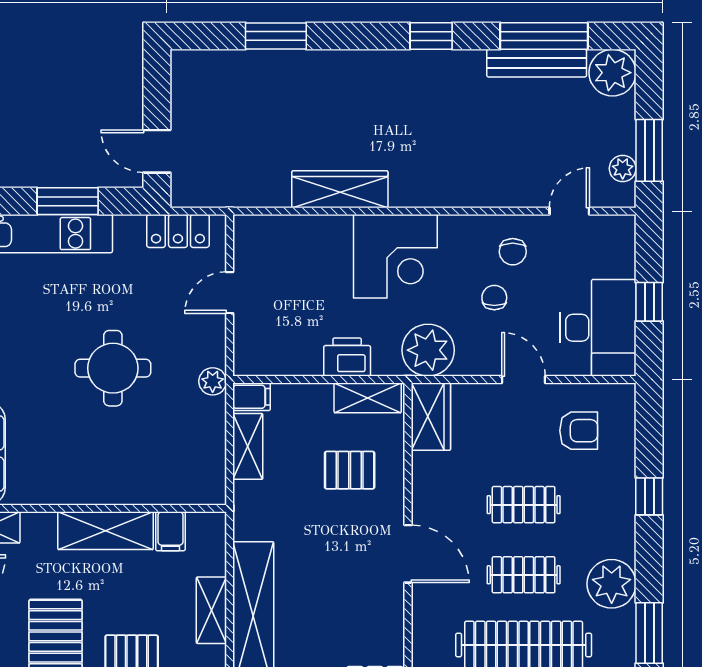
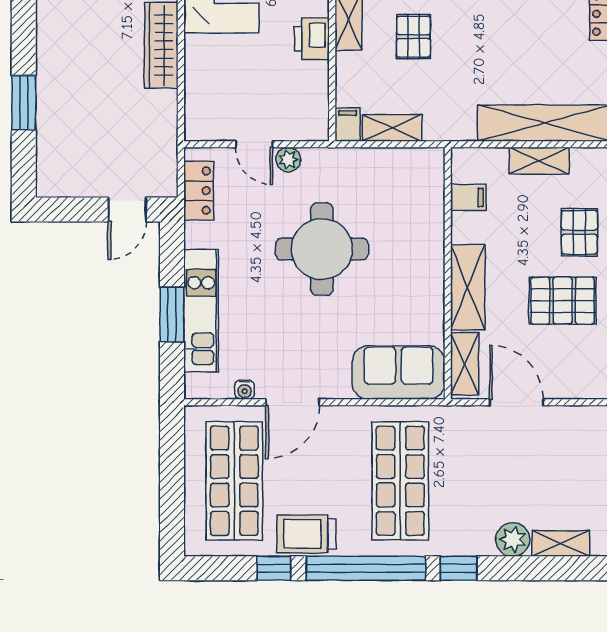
window: (68, 201) -> (172, 315), moved
round table: (113, 368) -> (322, 249), width x1.36, depth x1.36
plant: (213, 381) -> (288, 160), moved
shelving: (106, 531) -> (468, 287), moved

